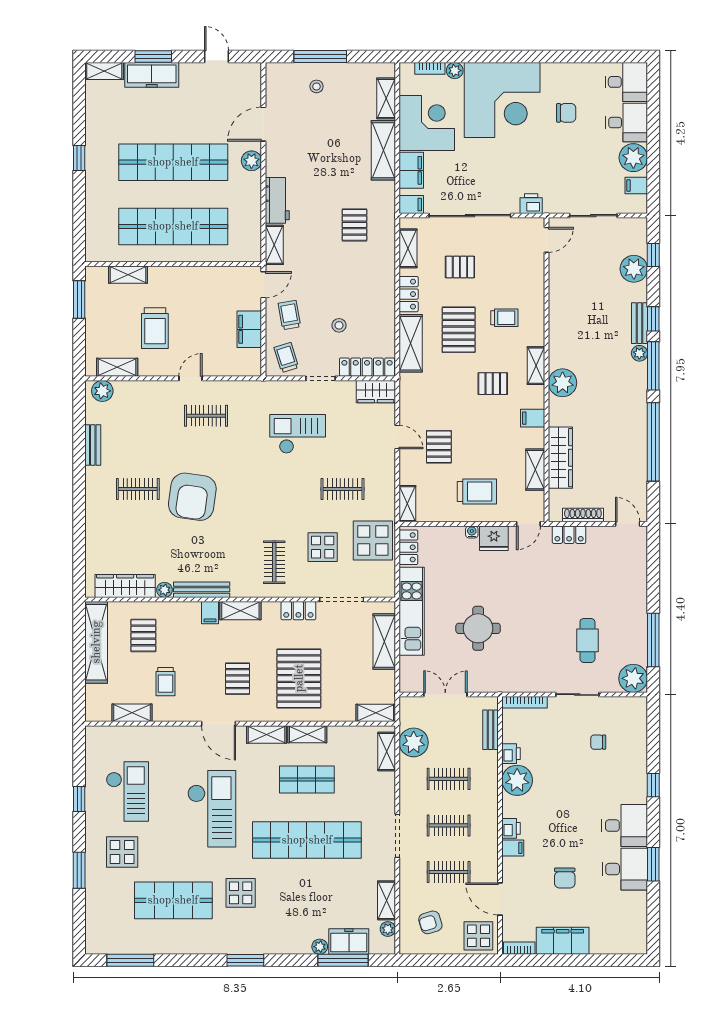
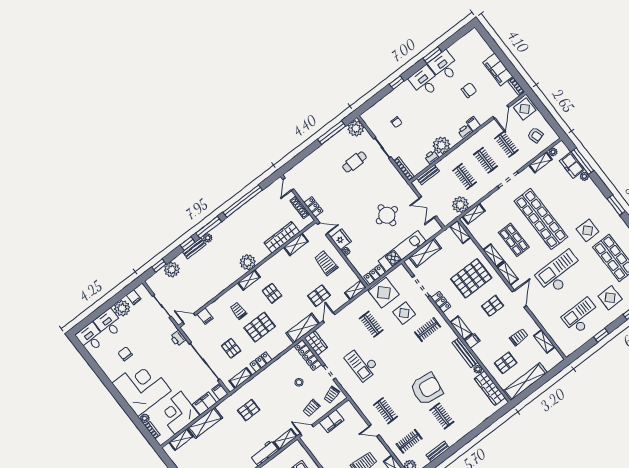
shelving: (411, 343) -> (303, 328), moved
clothes rail: (138, 416) -> (409, 441), added
filing cabinet: (533, 418) -> (205, 316), moved

